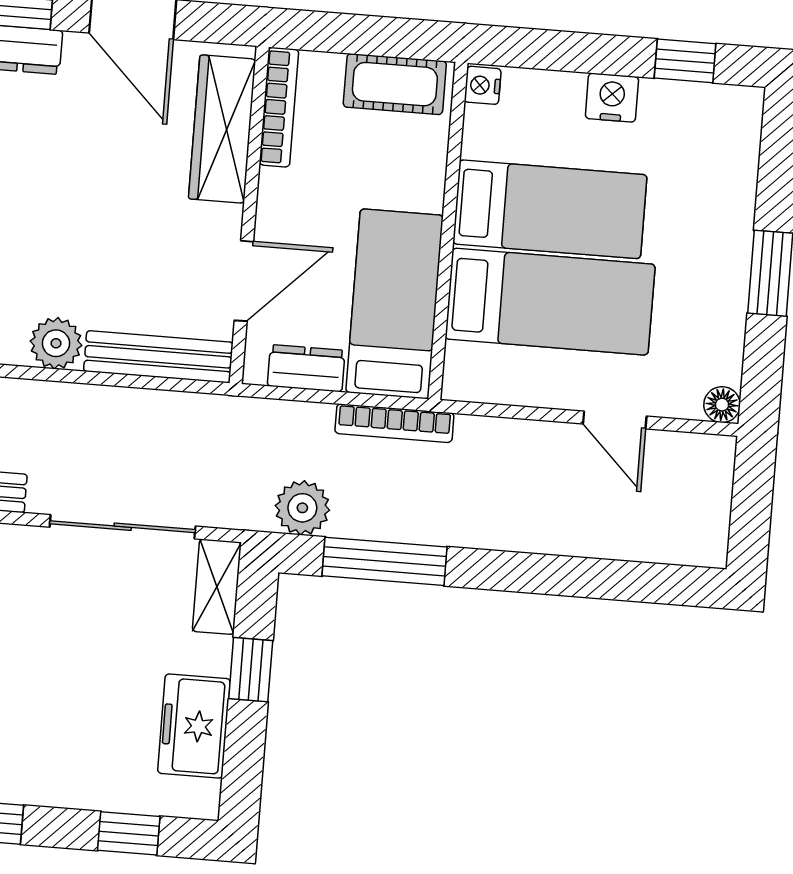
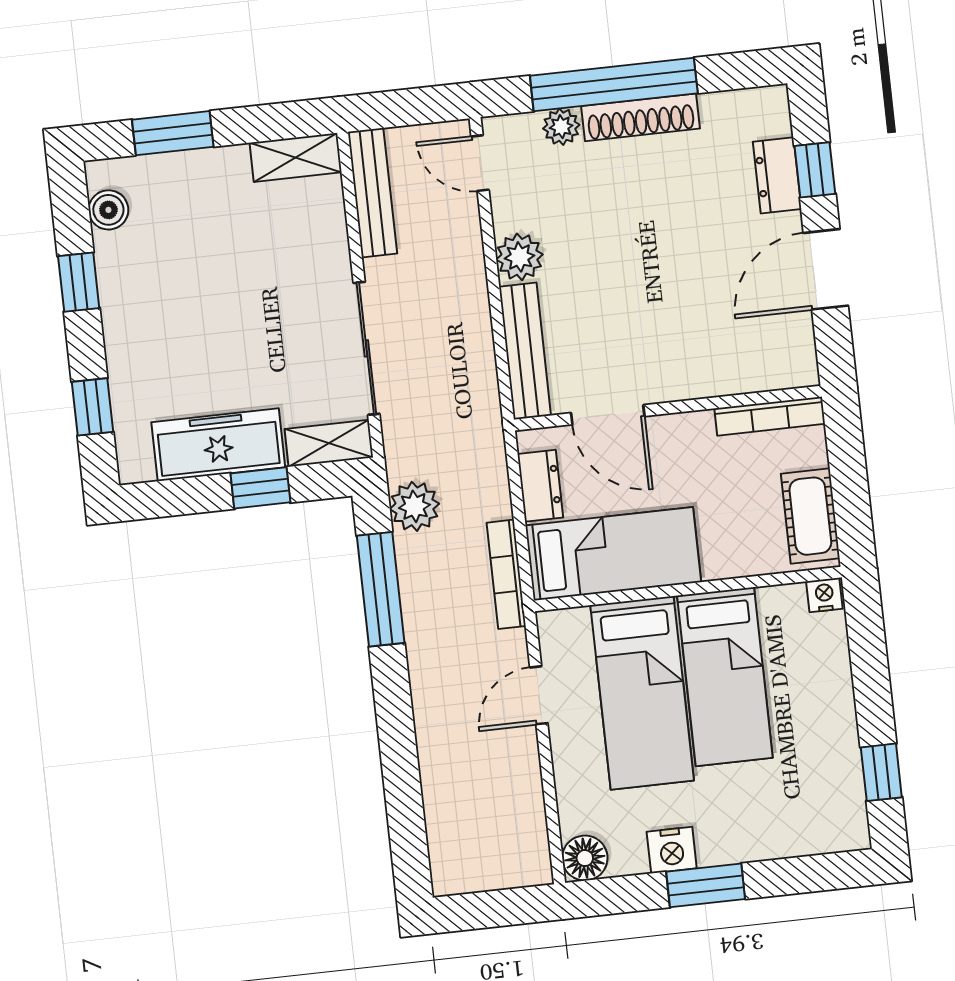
nightstand: (612, 98) -> (672, 850), moved, turned 90
wardrobe: (222, 129) -> (740, 369), removed
floor lamp: (722, 405) -> (585, 858), width x1.37, depth x1.37
door: (615, 420) -> (539, 695), moved
freezer: (194, 726) -> (218, 445), width x1.40

